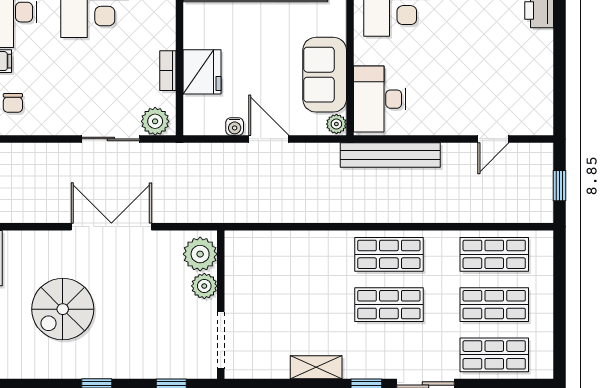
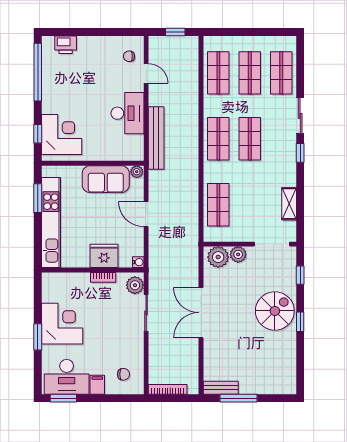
desk: (380, 99) -> (127, 113), moved, turned -90
chair: (521, 112) -> (129, 56), added
water cooler: (235, 127) -> (138, 262), moved
door: (269, 139) -> (146, 214), hinge flipped
shop shelf: (284, 254) -> (218, 205), added
spiral stairs: (63, 309) -> (275, 311), moved, turned -90
shelving: (316, 367) -> (289, 204), moved

